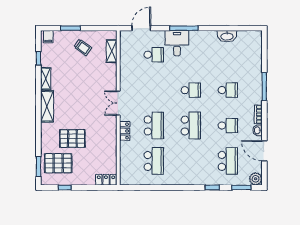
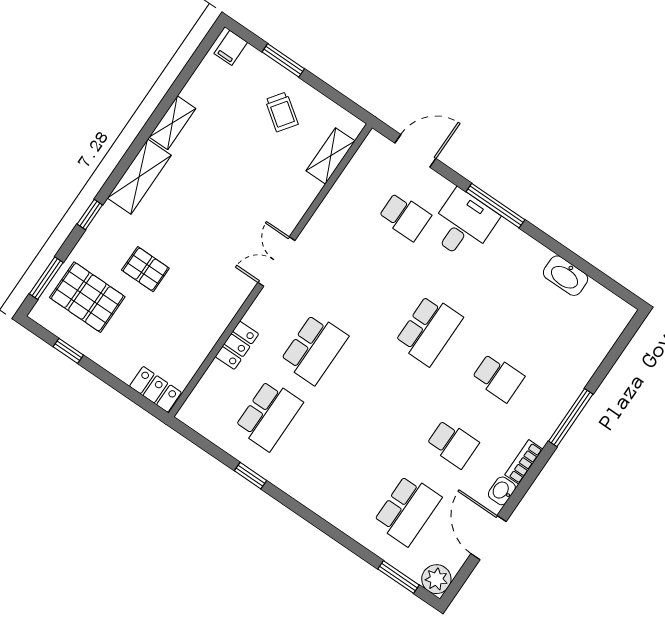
window: (38, 58) -> (90, 215), moved
school desk: (191, 90) -> (429, 330), width x1.85
school desk: (191, 126) -> (383, 396), removed
locker: (125, 131) -> (237, 345), moved
pallet: (72, 139) -> (145, 269), width x0.67, depth x0.71
window: (212, 188) -> (250, 476), moved

